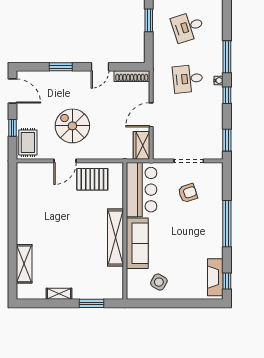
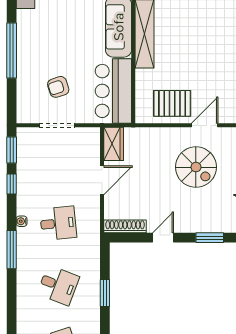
desk: (188, 27) -> (58, 285), turned 39
window: (227, 95) -> (12, 184), moved

